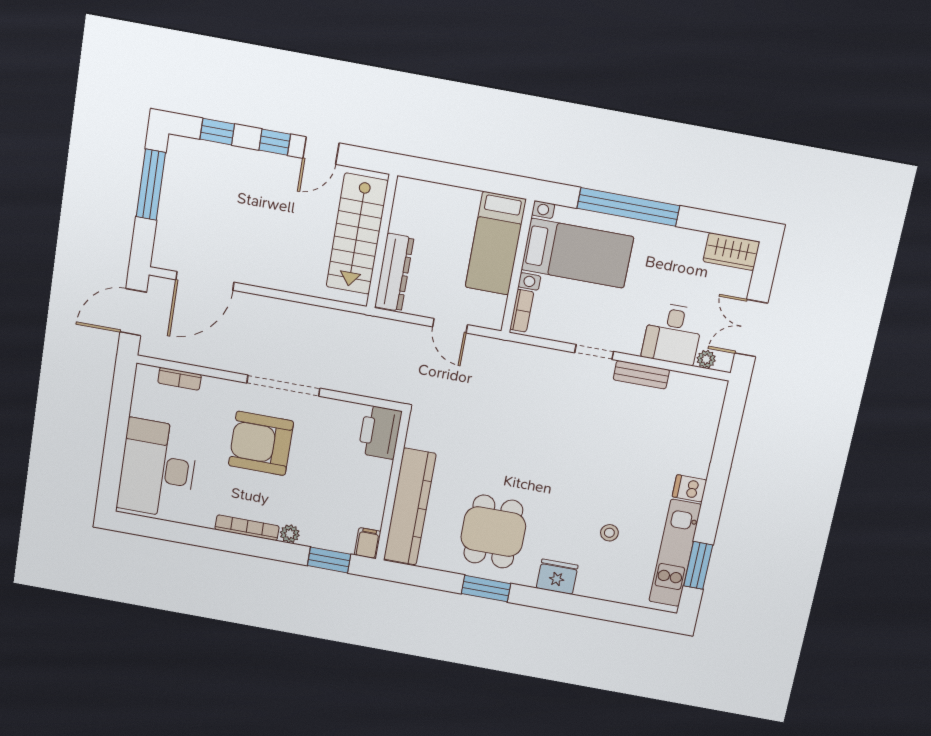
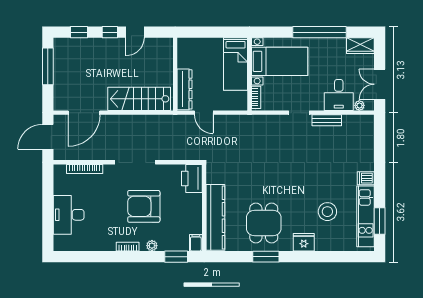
window: (628, 207) -> (319, 32), moved
stairs: (357, 234) -> (139, 99), moved, turned 90
door: (450, 326) -> (204, 113), moved
bookcase: (180, 379) -> (85, 169), width x1.56
armchair: (261, 443) -> (144, 206), moved
desk: (158, 469) -> (69, 215), width x0.73, depth x0.77
bookcase: (247, 528) -> (128, 247), width x0.64
stool: (609, 533) -> (327, 212), width x1.89, depth x1.89

